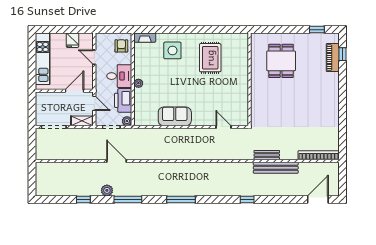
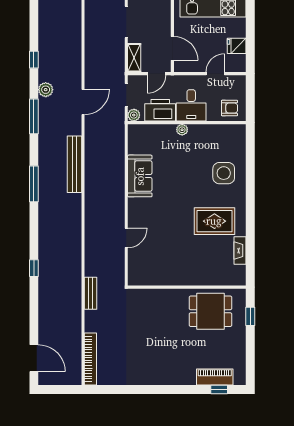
window: (317, 30) -> (250, 316), moved
fireplace: (145, 38) -> (240, 251), moved
wall: (250, 79) -> (187, 287), moved
bench: (276, 168) -> (74, 164), moved

